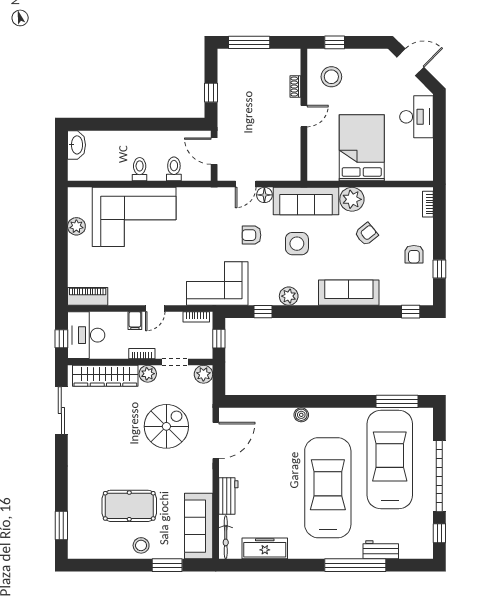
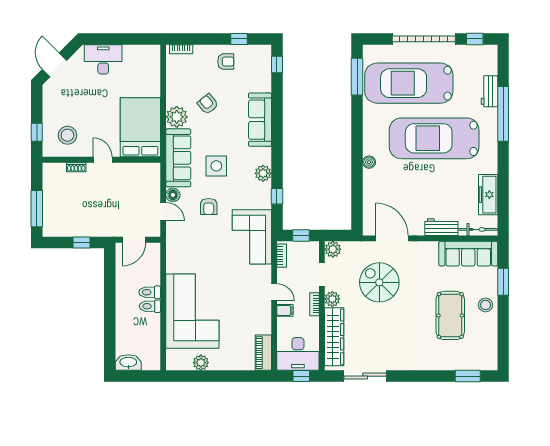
bed: (362, 148) -> (140, 127), moved, turned 90
toilet: (174, 169) -> (150, 292), moved

